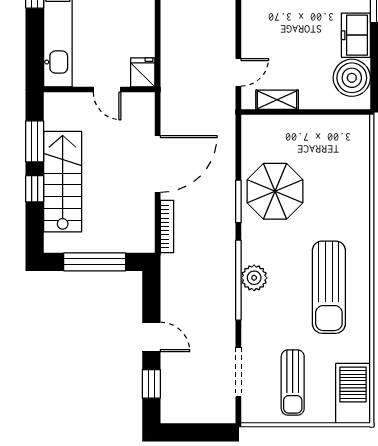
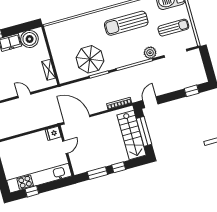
door: (238, 72) -> (24, 95), moved
door: (158, 164) -> (77, 120), moved
stairs: (63, 182) -> (132, 135), moved, turned -90
plant: (254, 278) -> (150, 53), moved
sun lounger: (329, 287) -> (126, 23), turned 180
door: (151, 337) -> (150, 102), moved

